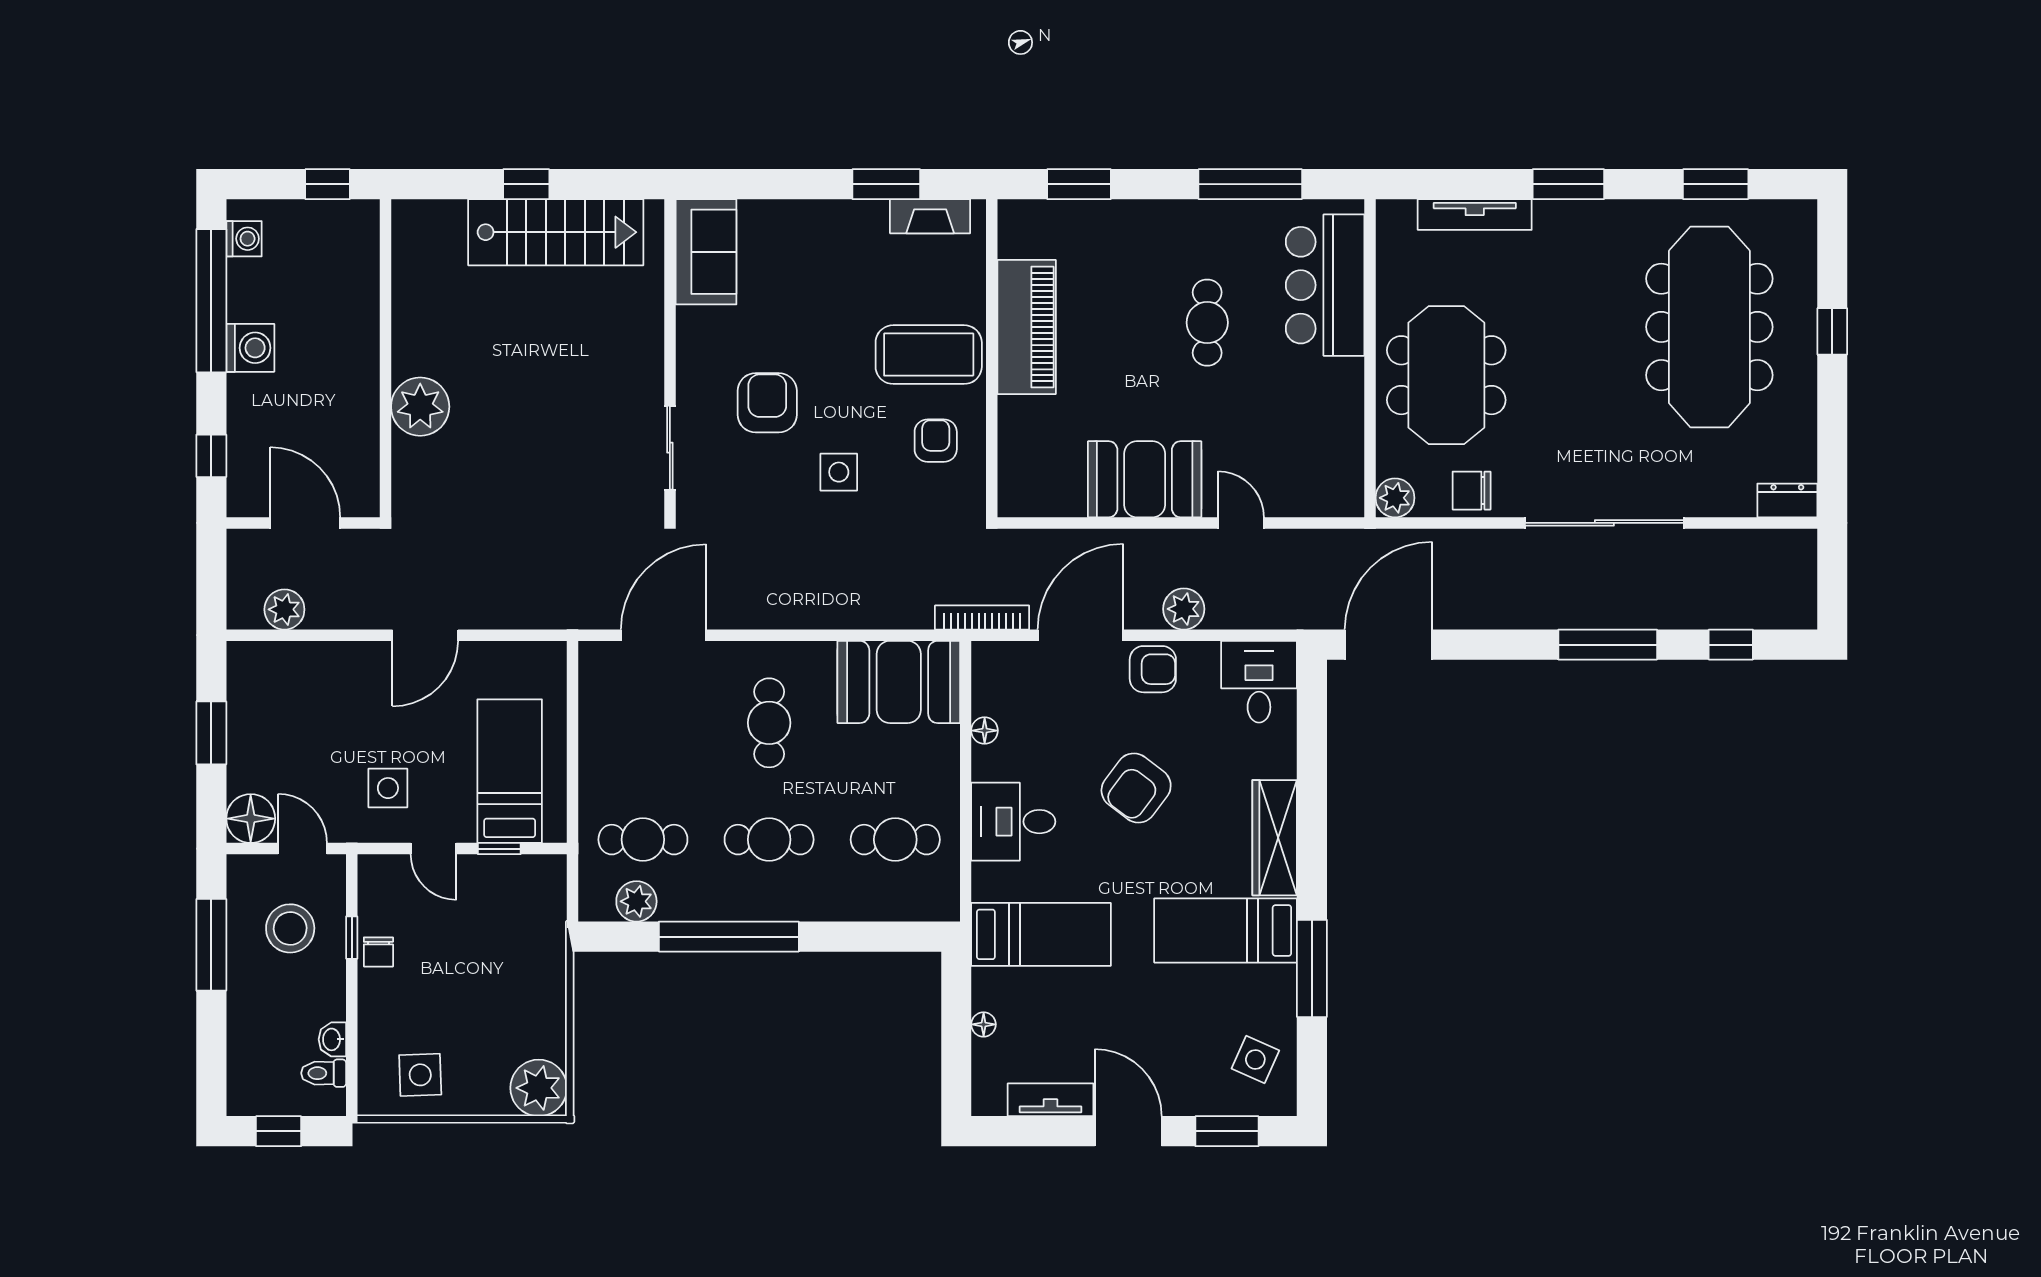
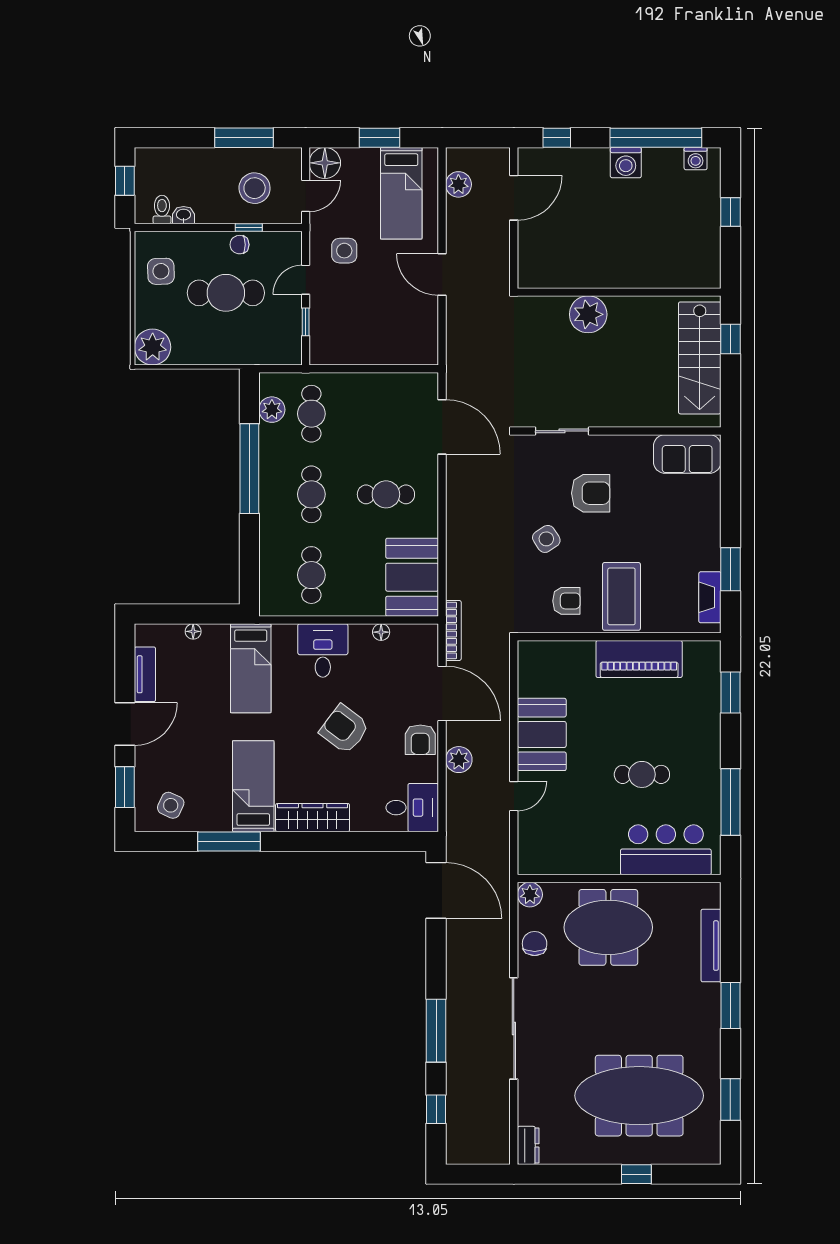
wall: (385, 358) -> (619, 292), moved
plant: (420, 407) -> (588, 314), moved
side table: (839, 472) -> (546, 539), turned -33
bed: (510, 771) -> (401, 193), moved, turned 90
cafe table: (454, 973) -> (226, 293), added

